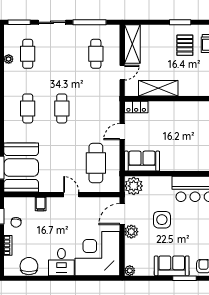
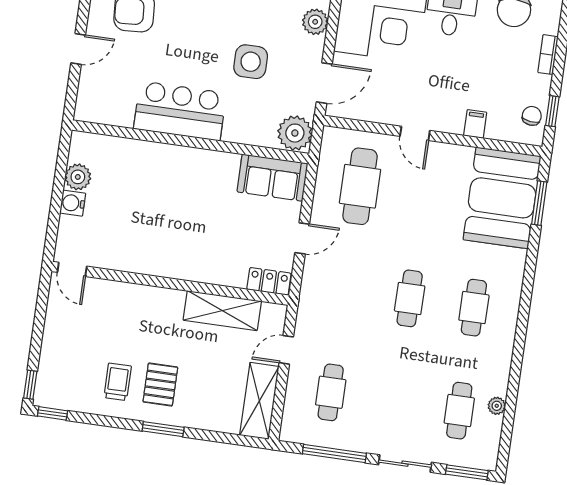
chair: (16, 222) -> (532, 116), moved
plant: (131, 232) -> (315, 22), moved

